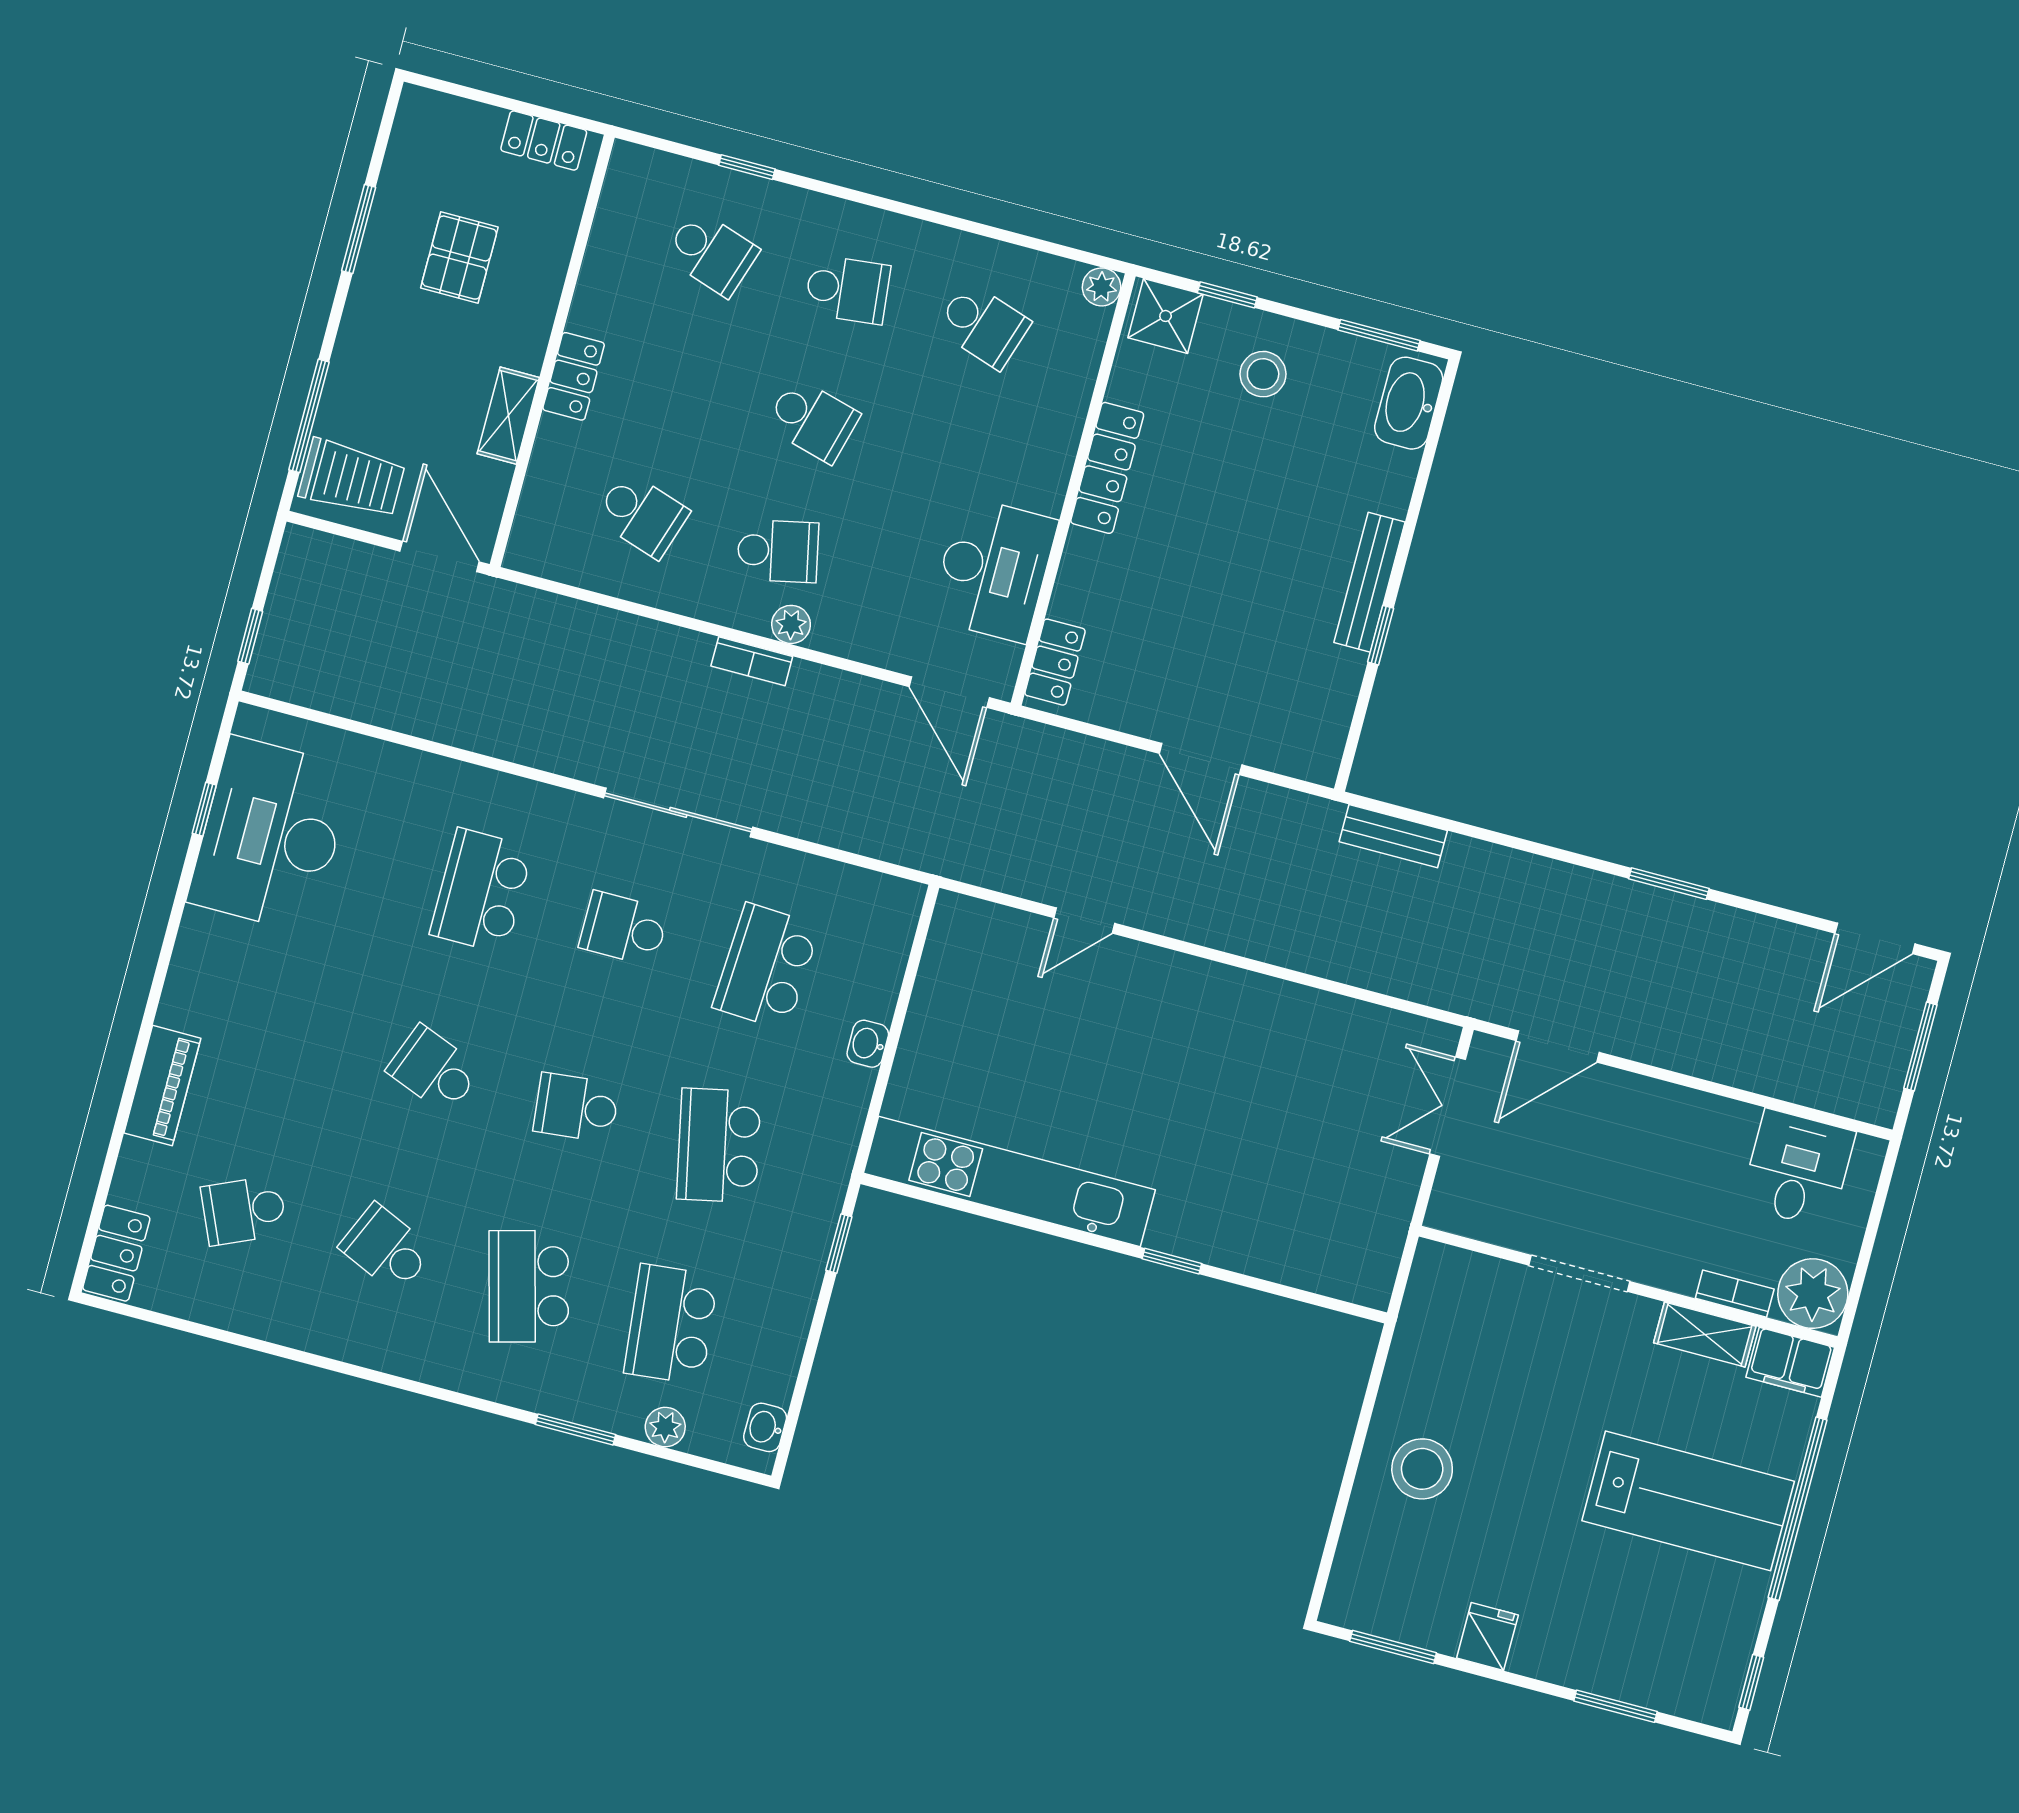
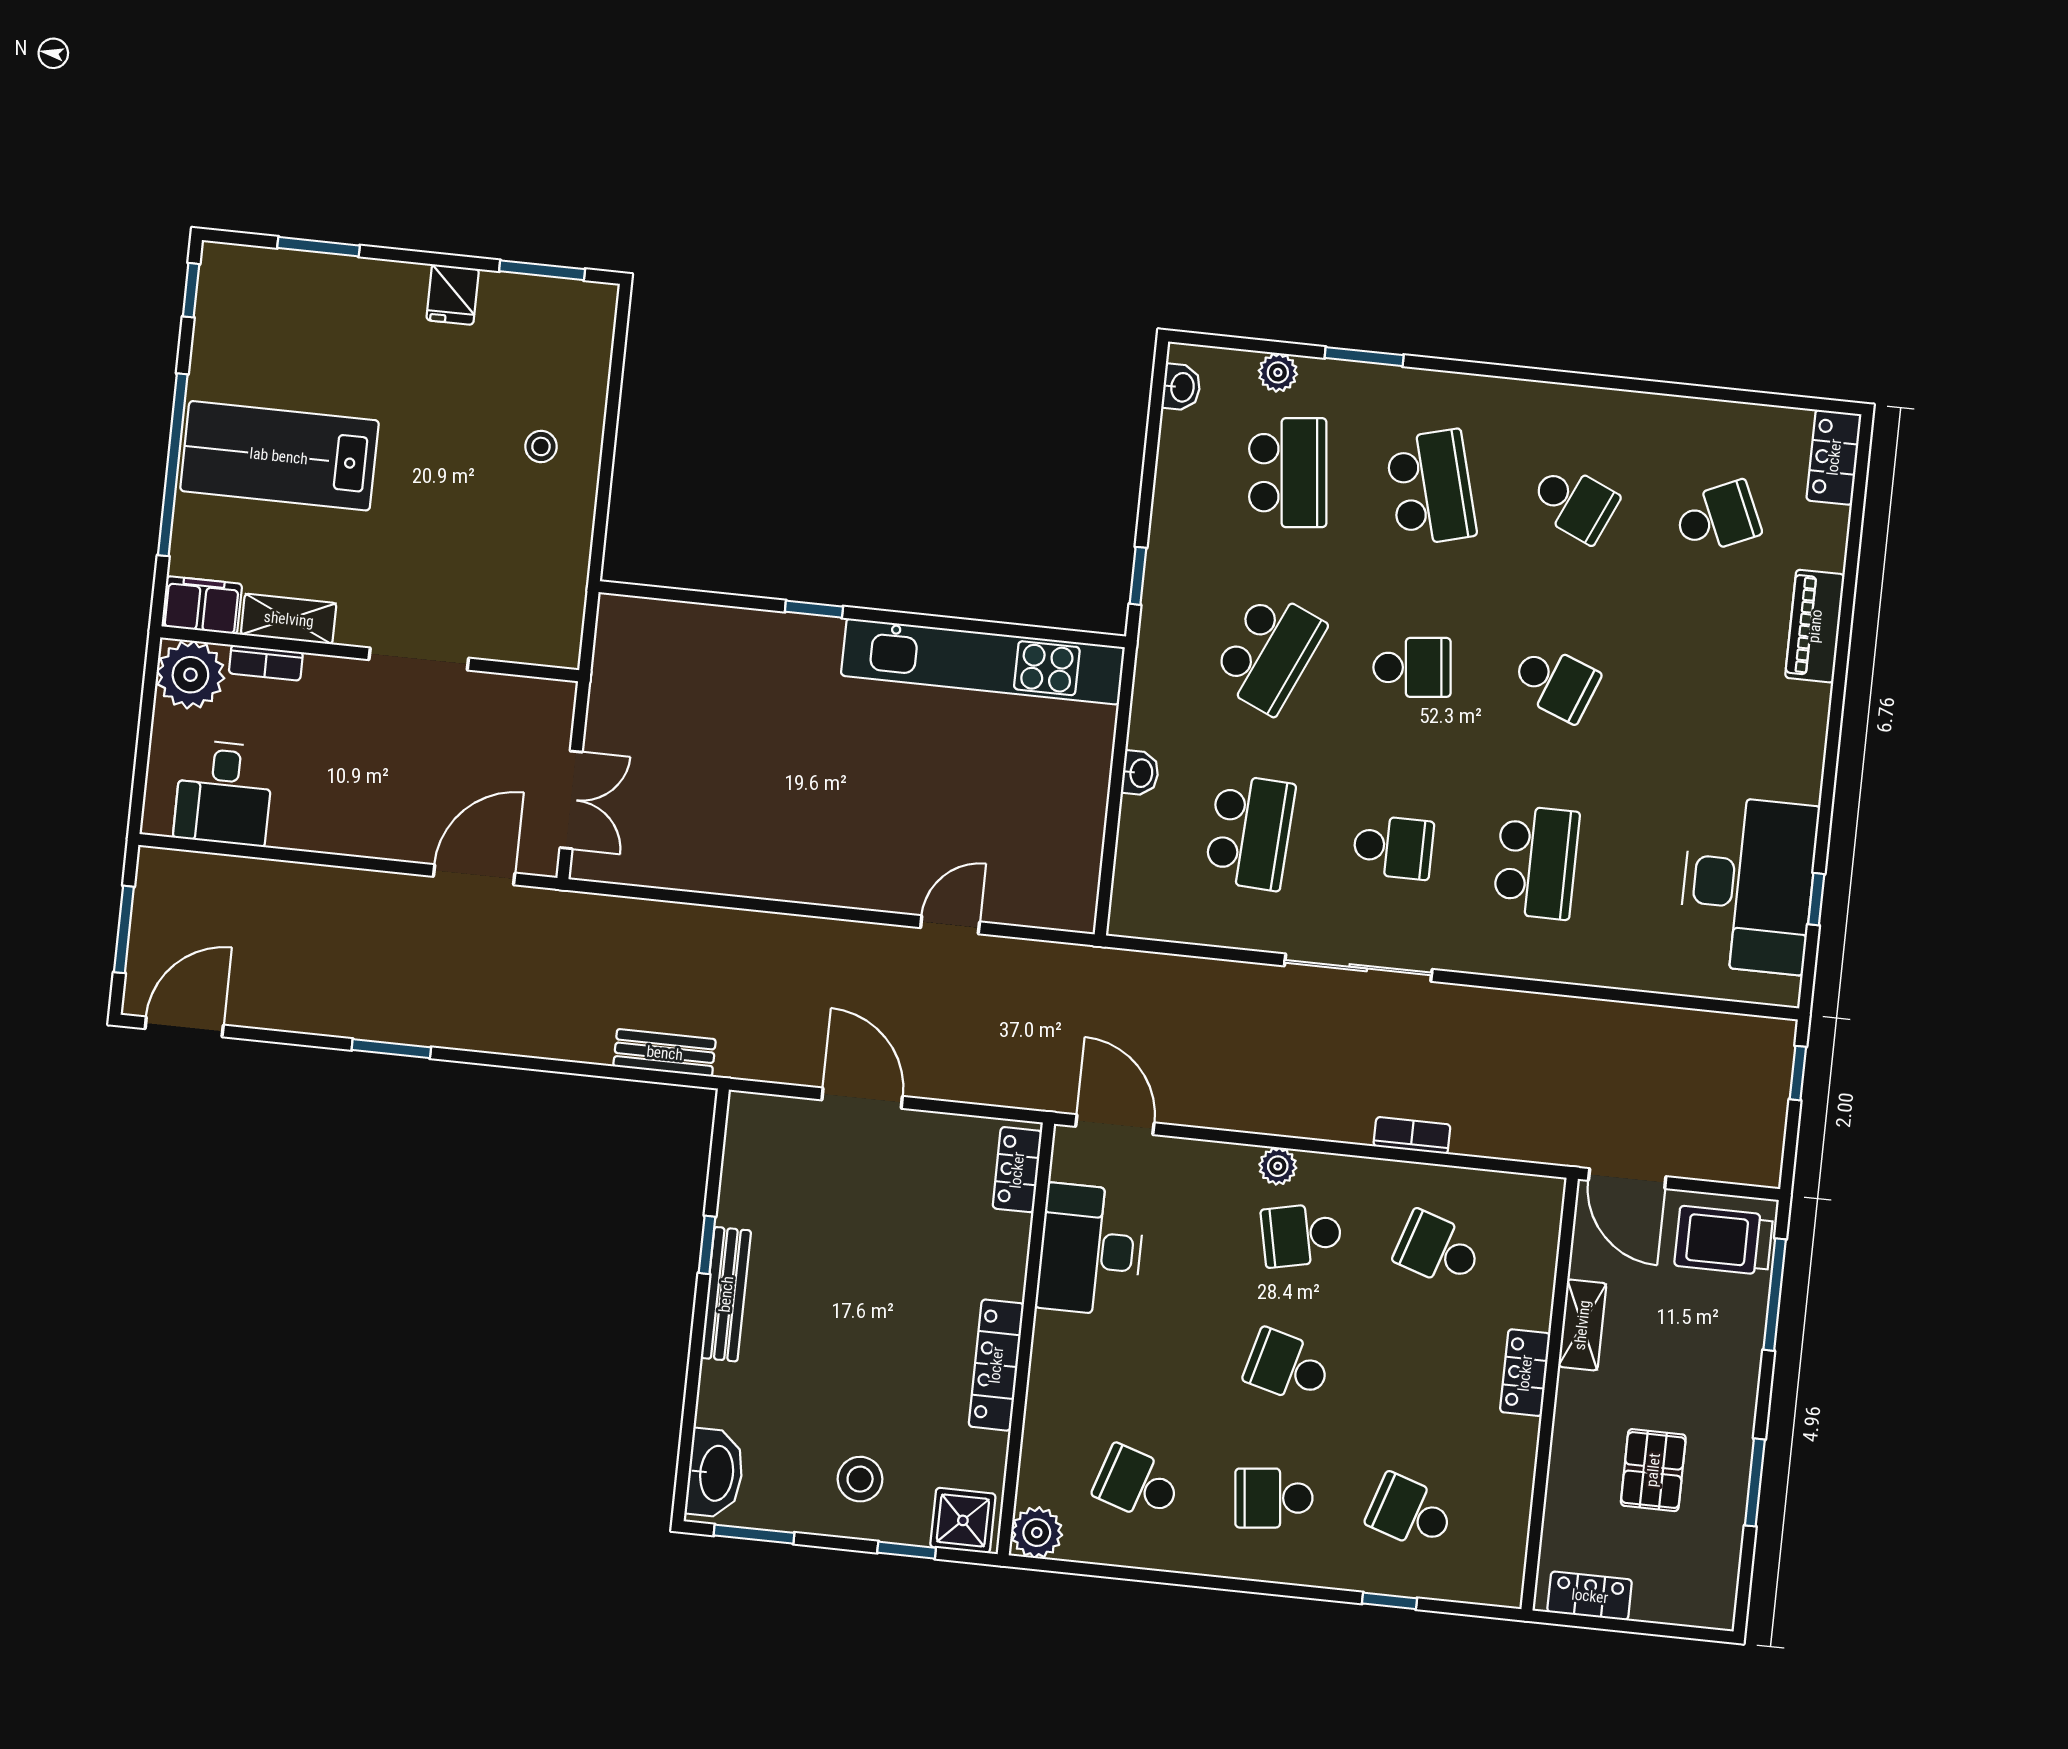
plant: (1102, 287) -> (1037, 1533), width x1.38, depth x1.38
bookcase: (752, 661) -> (1412, 1135), moved
school desk: (719, 1145) -> (1269, 652), turned 36
stool: (1422, 1469) -> (541, 446), width x0.53, depth x0.53

